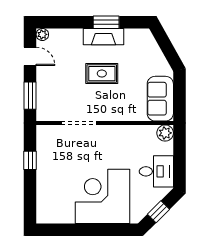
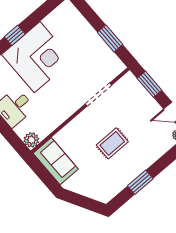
fireplace: (104, 37) -> (133, 170), removed
window: (30, 160) -> (110, 38), width x1.50
window: (105, 230) -> (15, 35), added

